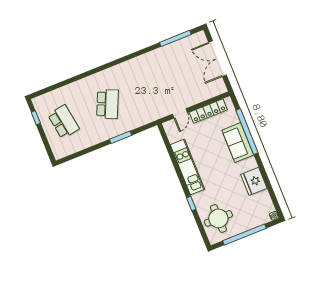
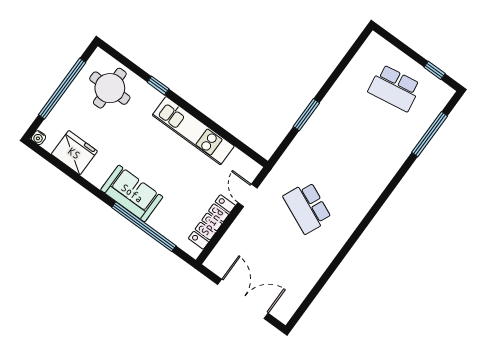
window: (175, 38) -> (430, 134), moved
school desk: (108, 104) -> (307, 208), moved
sofa: (238, 143) -> (132, 193), moved
fridge: (254, 181) -> (74, 153), moved

